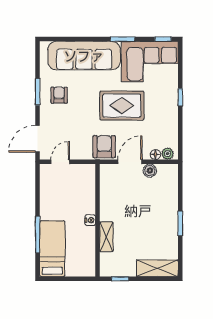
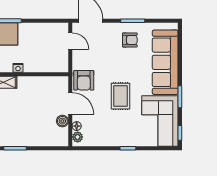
rug: (122, 106) -> (120, 96), width x0.73, depth x0.70
armchair: (104, 147) -> (84, 80), turned 90

